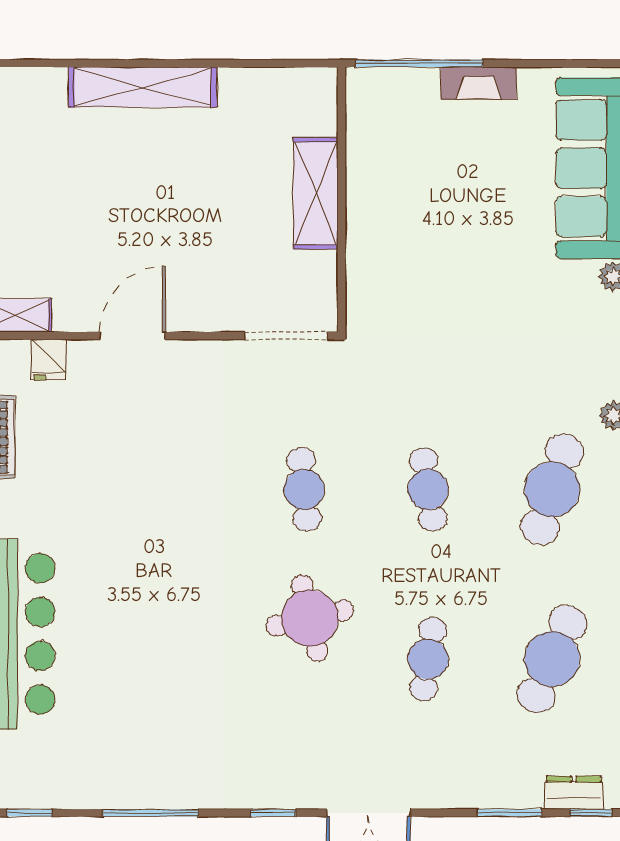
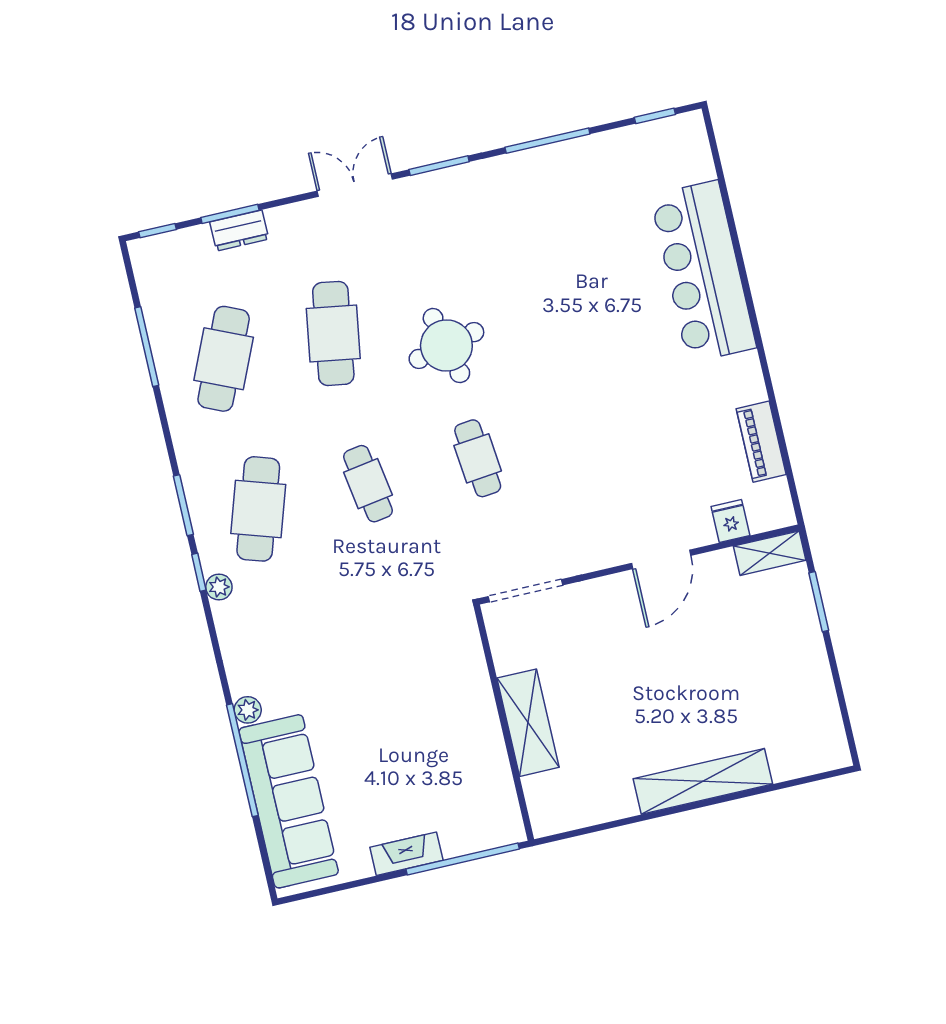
cafe table: (428, 659) -> (333, 333), width x1.37, depth x1.35
dresser: (574, 793) -> (239, 231), moved
window: (273, 813) -> (439, 166), width x1.50

